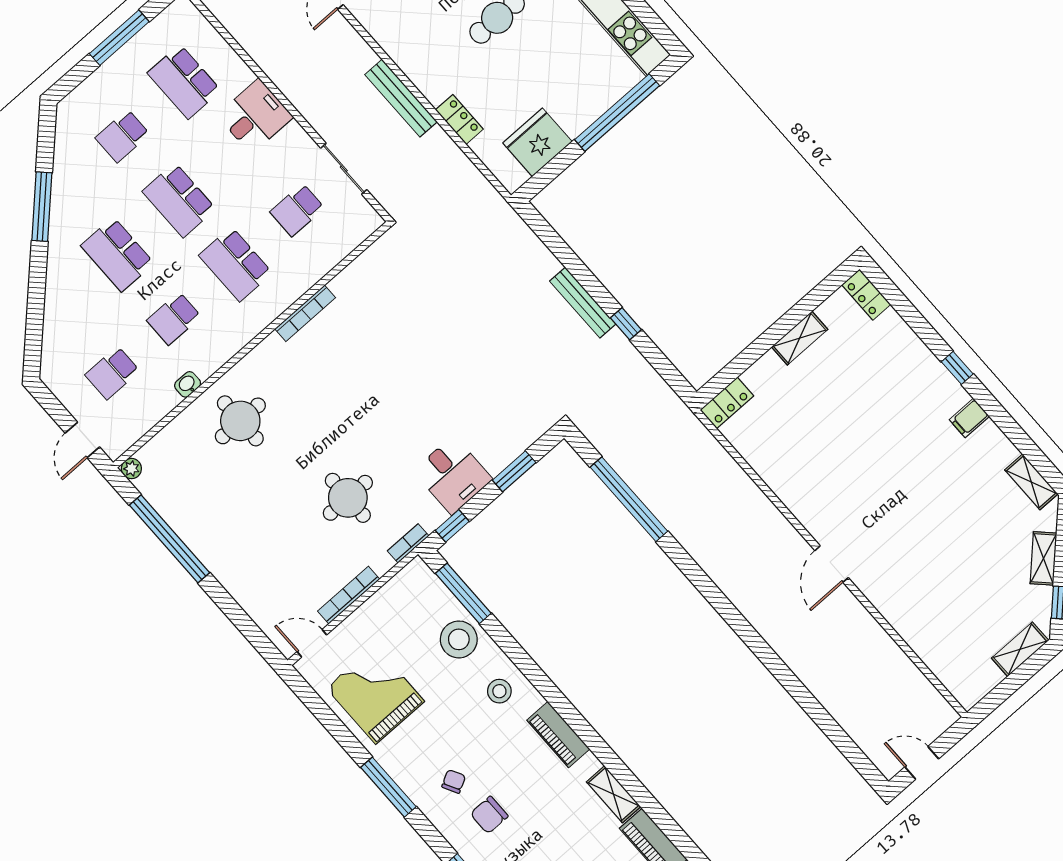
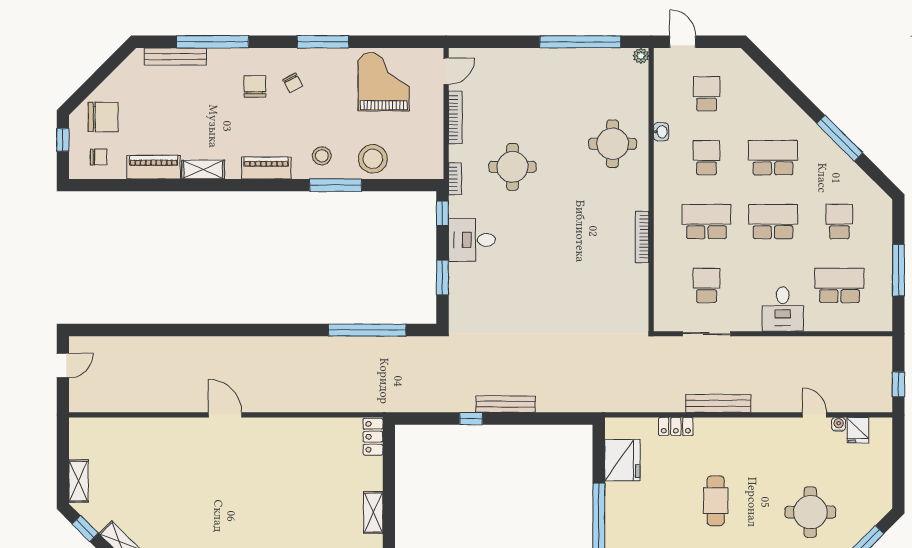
window: (463, 593) -> (336, 185), moved
grand piano: (375, 695) -> (384, 82), turned -90

